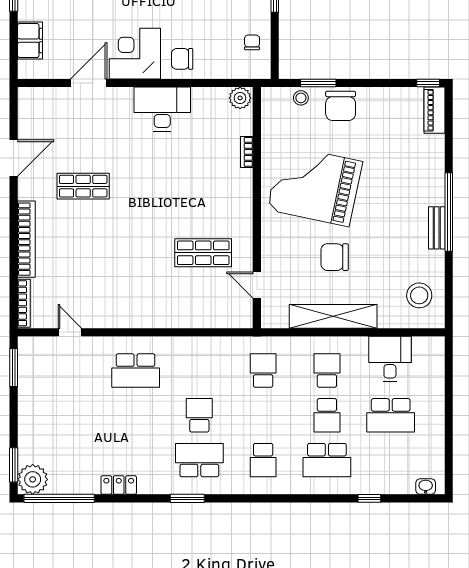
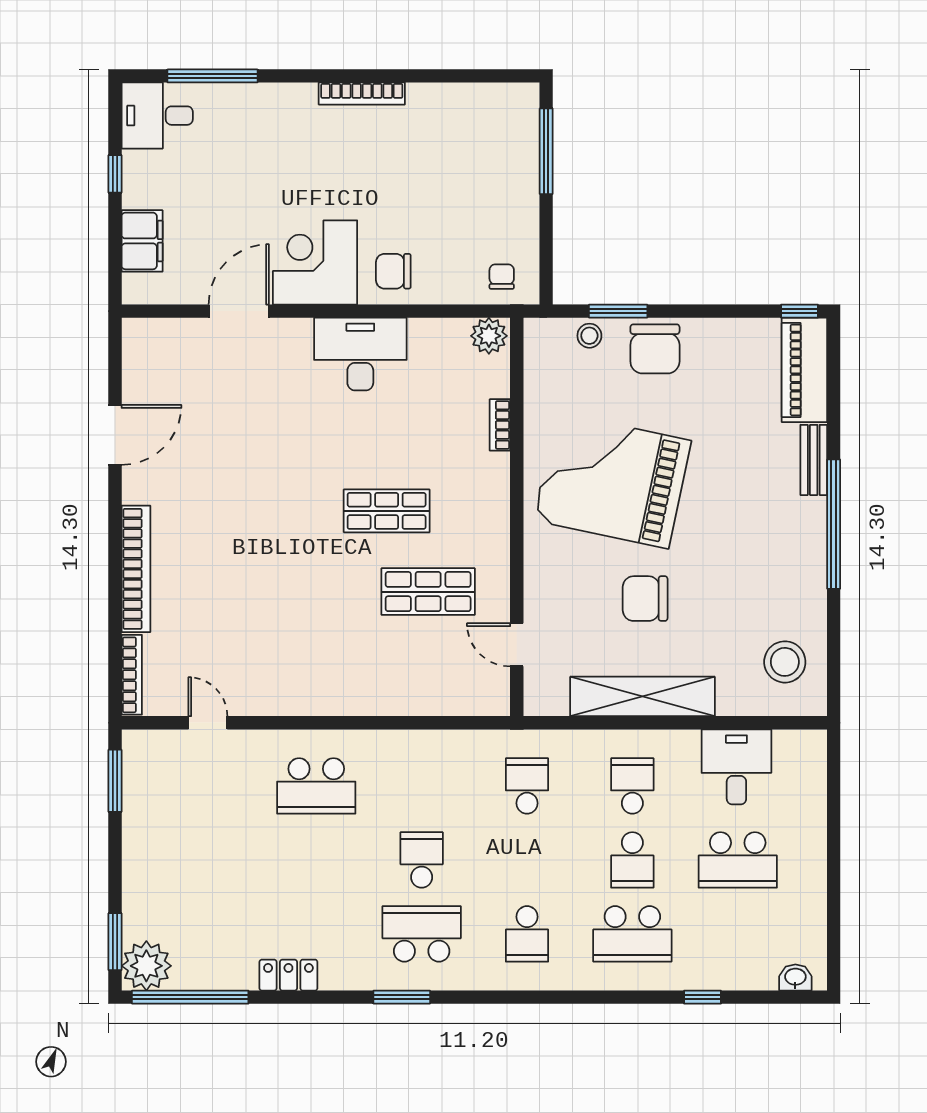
chair: (252, 42) -> (502, 277), moved
piano: (434, 110) -> (804, 370), width x1.37, depth x1.33
shop shelf: (83, 186) -> (387, 511), moved
bench: (437, 228) -> (814, 460), moved

